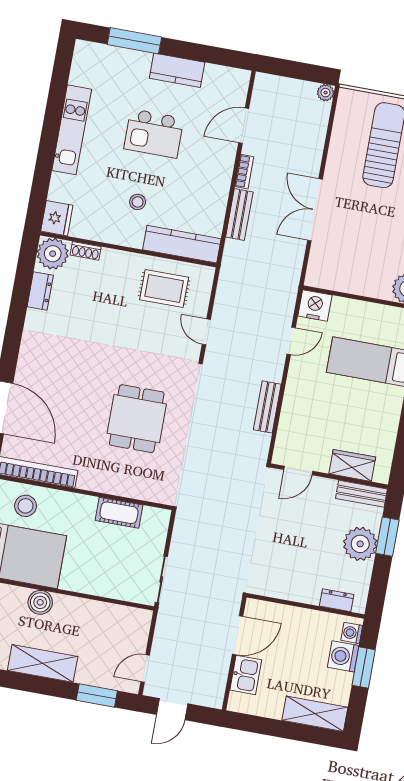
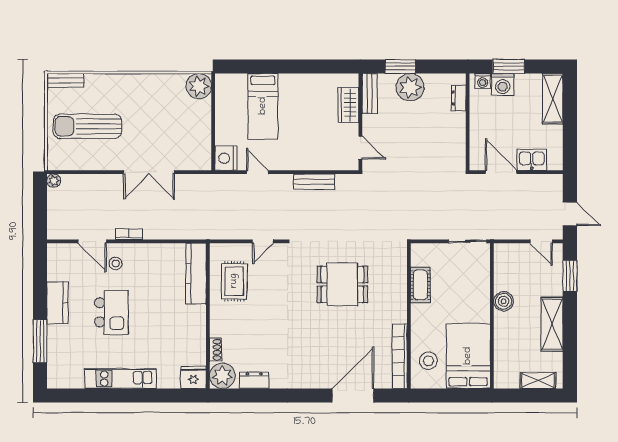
stool: (138, 202) -> (116, 263), moved
bench: (239, 214) -> (164, 232), removed
boiler: (40, 602) -> (504, 301), moved

